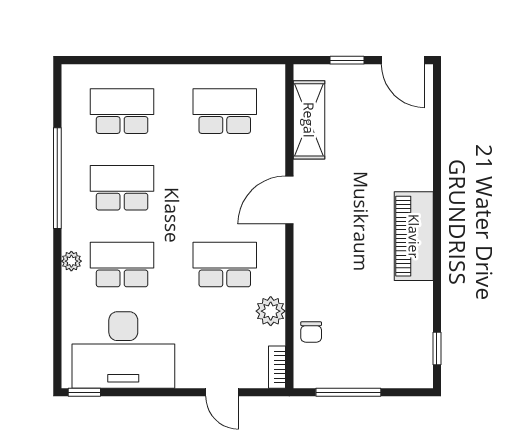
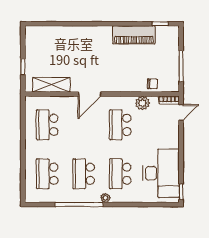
door: (403, 60) -> (23, 40), removed
door: (289, 200) -> (89, 94), hinge flipped
piano: (414, 236) -> (134, 35), moved
plant: (71, 261) -> (105, 198), moved
door: (222, 392) -> (181, 112), moved

